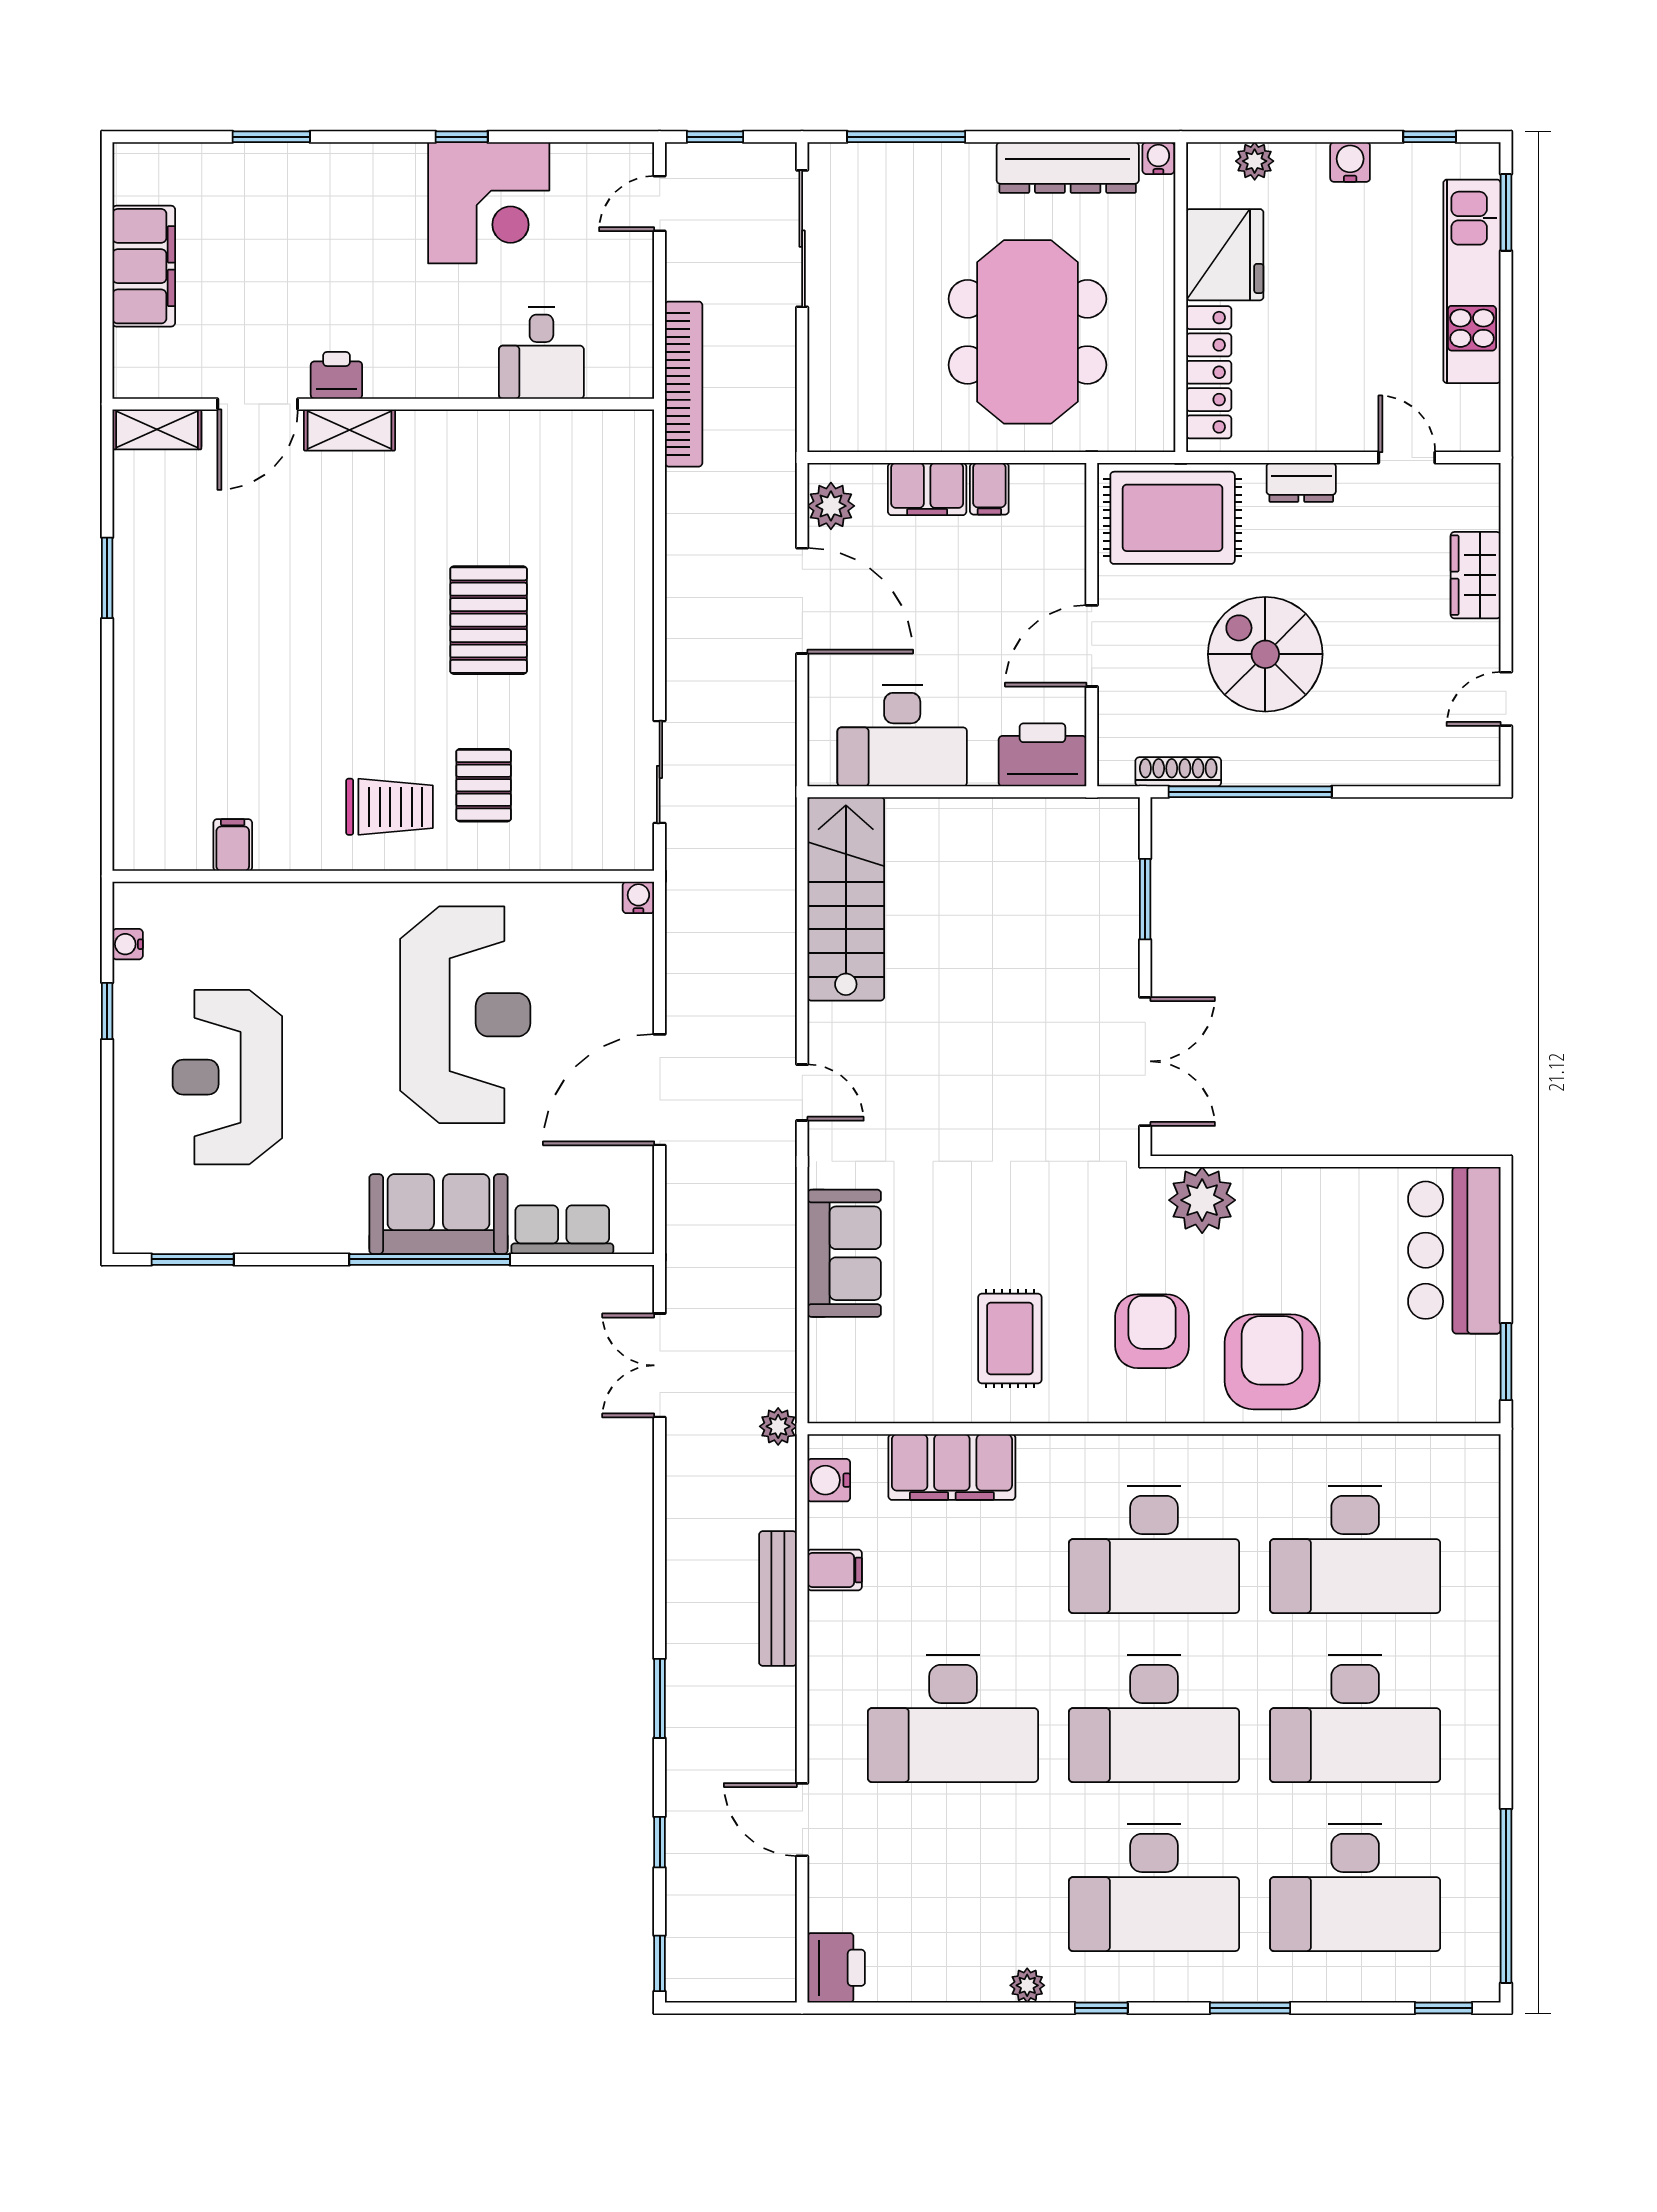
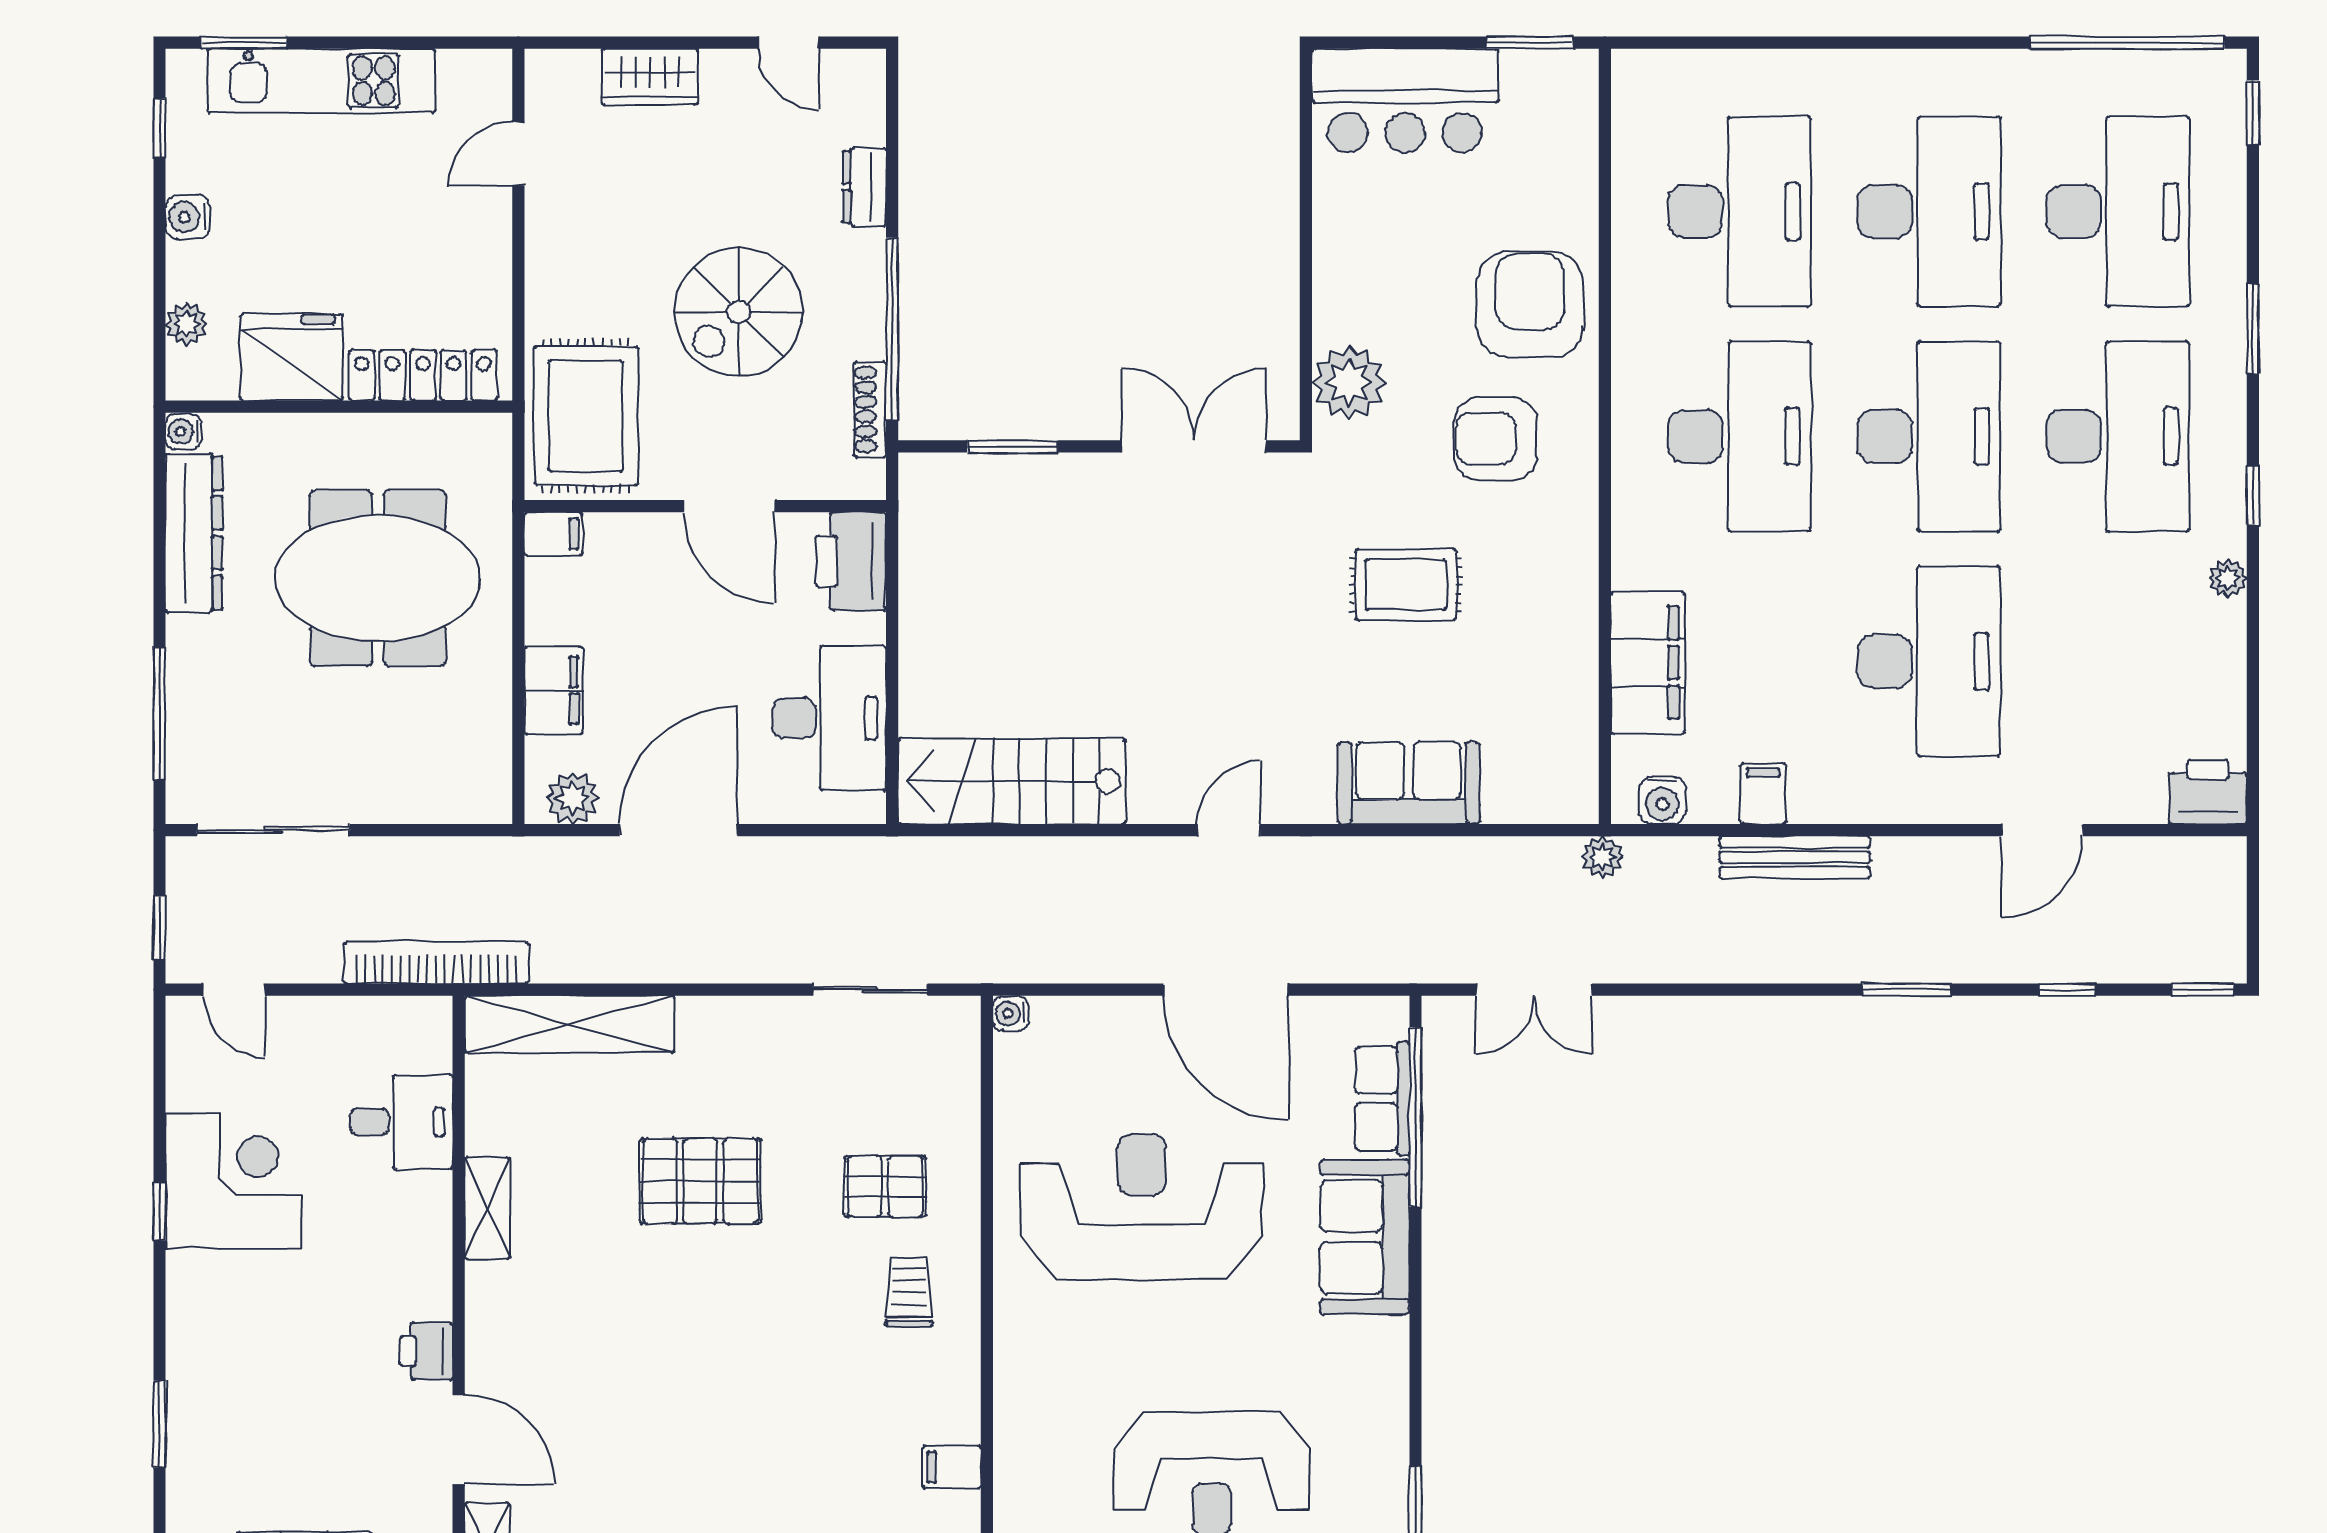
shelving: (349, 430) -> (488, 1208), moved
dresser: (1301, 482) -> (864, 187), moved, turned 180
filing cabinet: (989, 489) -> (553, 534), moved
shelving: (629, 503) -> (570, 1024), added
trolley: (390, 807) -> (909, 1292), width x0.73, depth x0.72
window: (430, 1259) -> (1416, 1117), moved
rug: (1010, 1339) -> (1406, 585), moved
armchair: (1272, 1362) -> (1530, 304), turned 90

